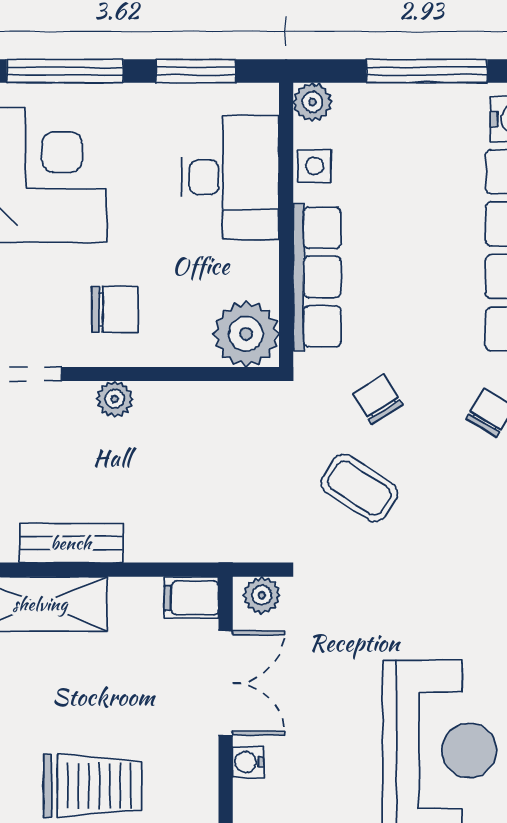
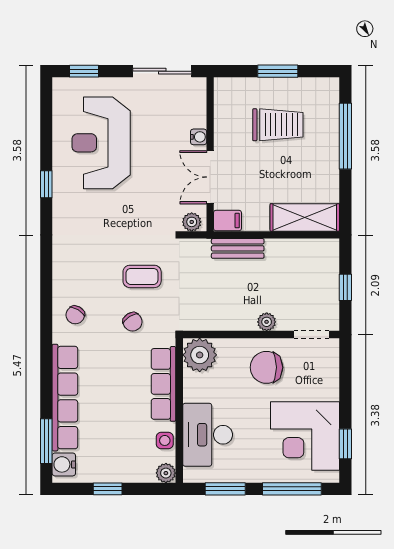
window: (427, 71) -> (108, 489), width x0.46
chair: (115, 310) -> (266, 367), width x1.37, depth x1.37
coffee table: (359, 488) -> (142, 276), turned -33
bench: (71, 543) -> (238, 248), moved
trolley: (93, 786) -> (278, 125), turned 180

